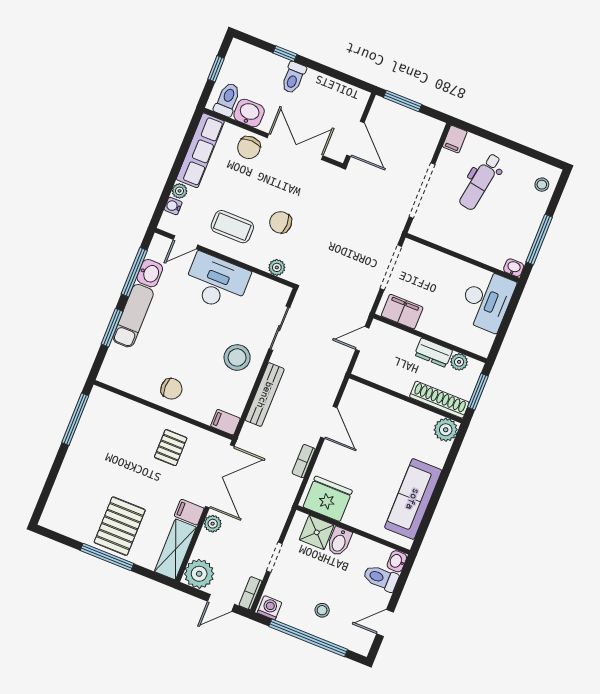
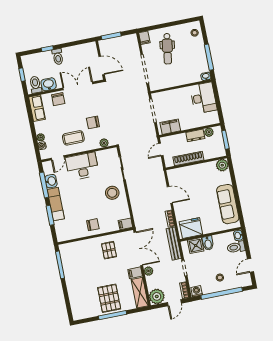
row of seats: (200, 150) -> (37, 108), width x0.68
bench: (265, 395) -> (174, 244), moved
shoe rack: (439, 400) -> (188, 159), moved

